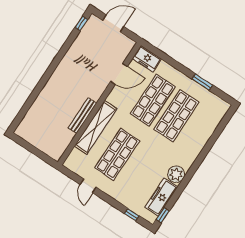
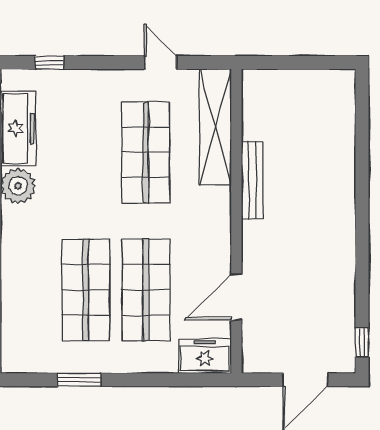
shelving: (96, 127) -> (215, 127), moved

